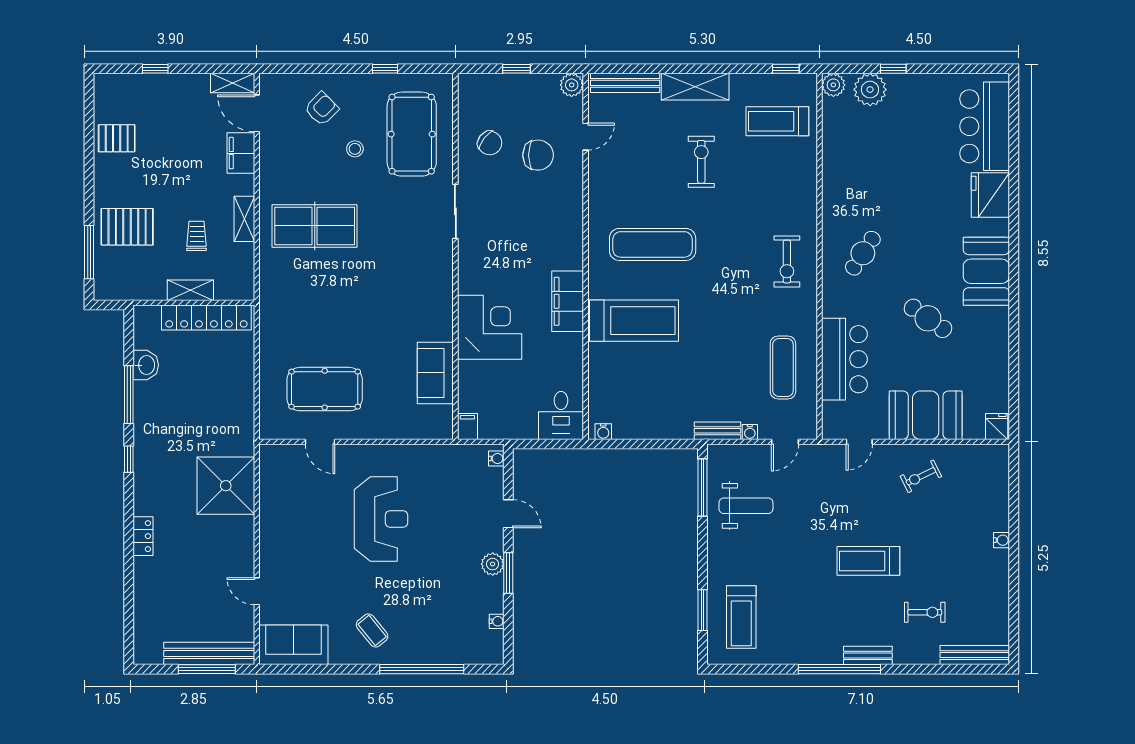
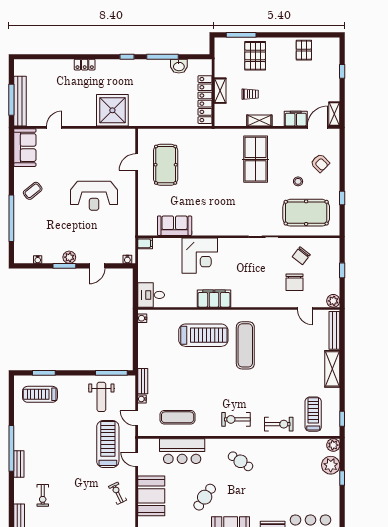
exercise bike: (701, 162) -> (279, 424), moved
treadmill: (634, 321) -> (203, 335), turned -90
treadmill: (868, 561) -> (108, 444), moved, width x1.37, depth x1.38

